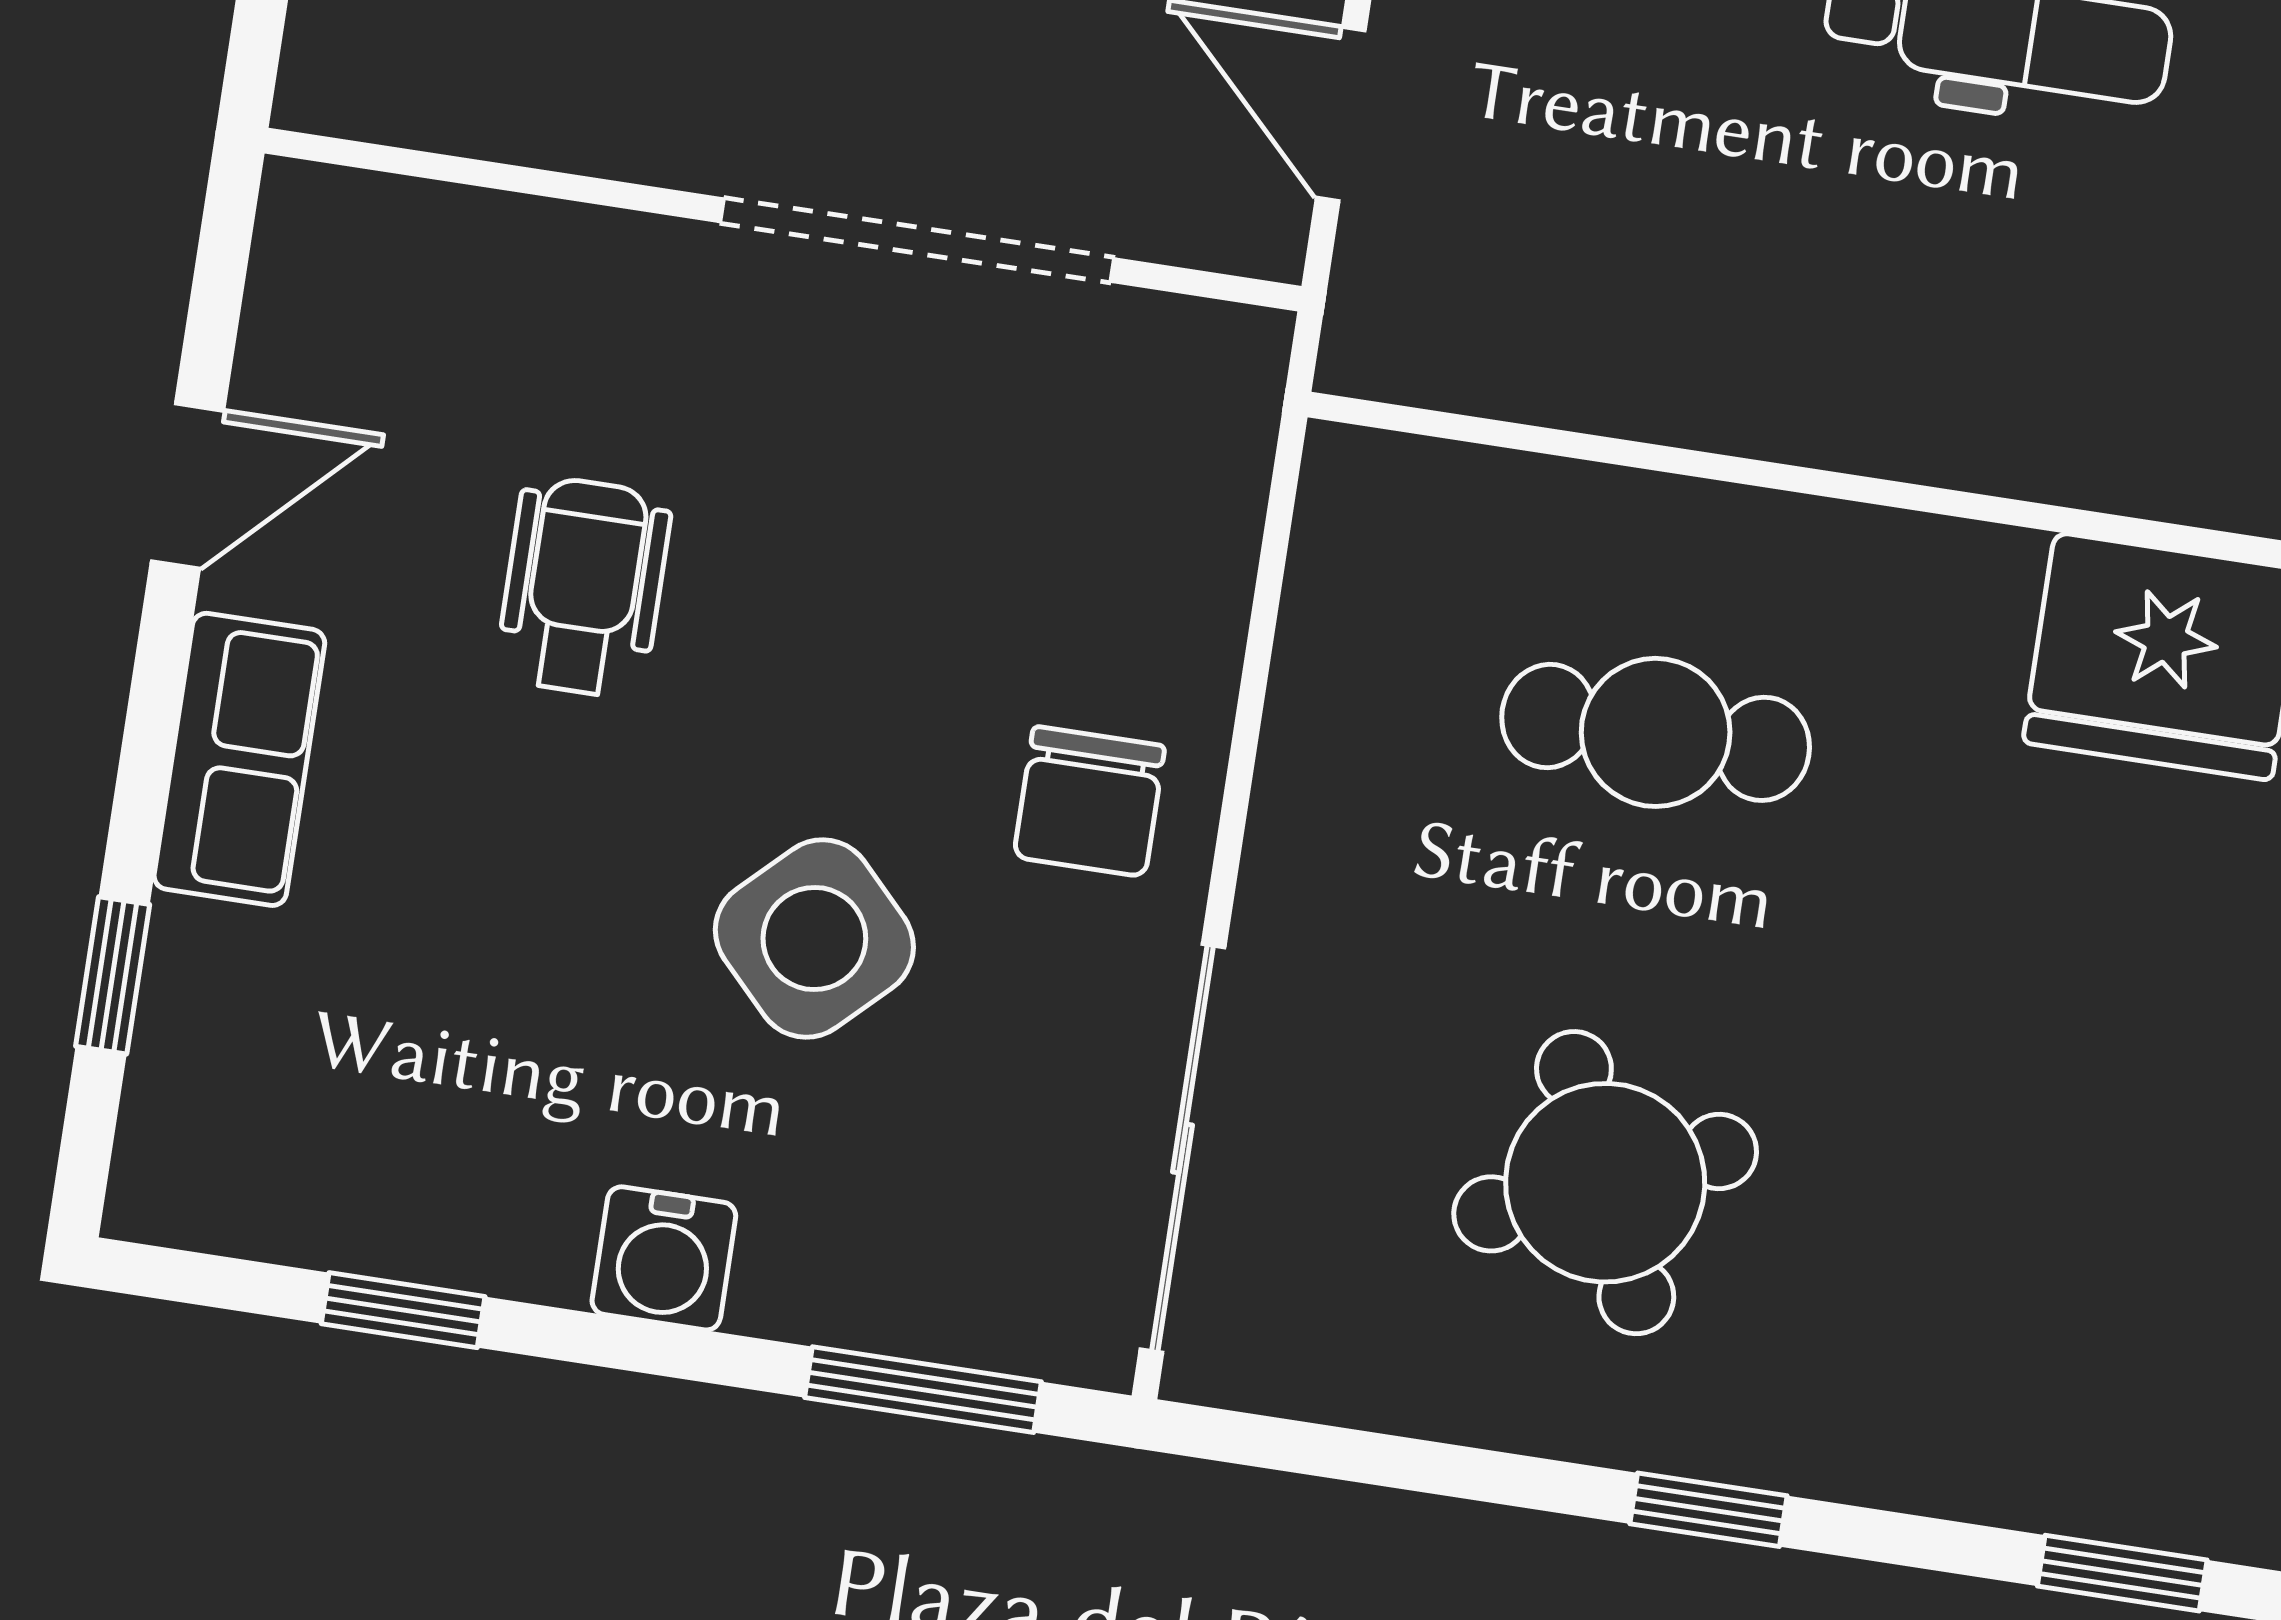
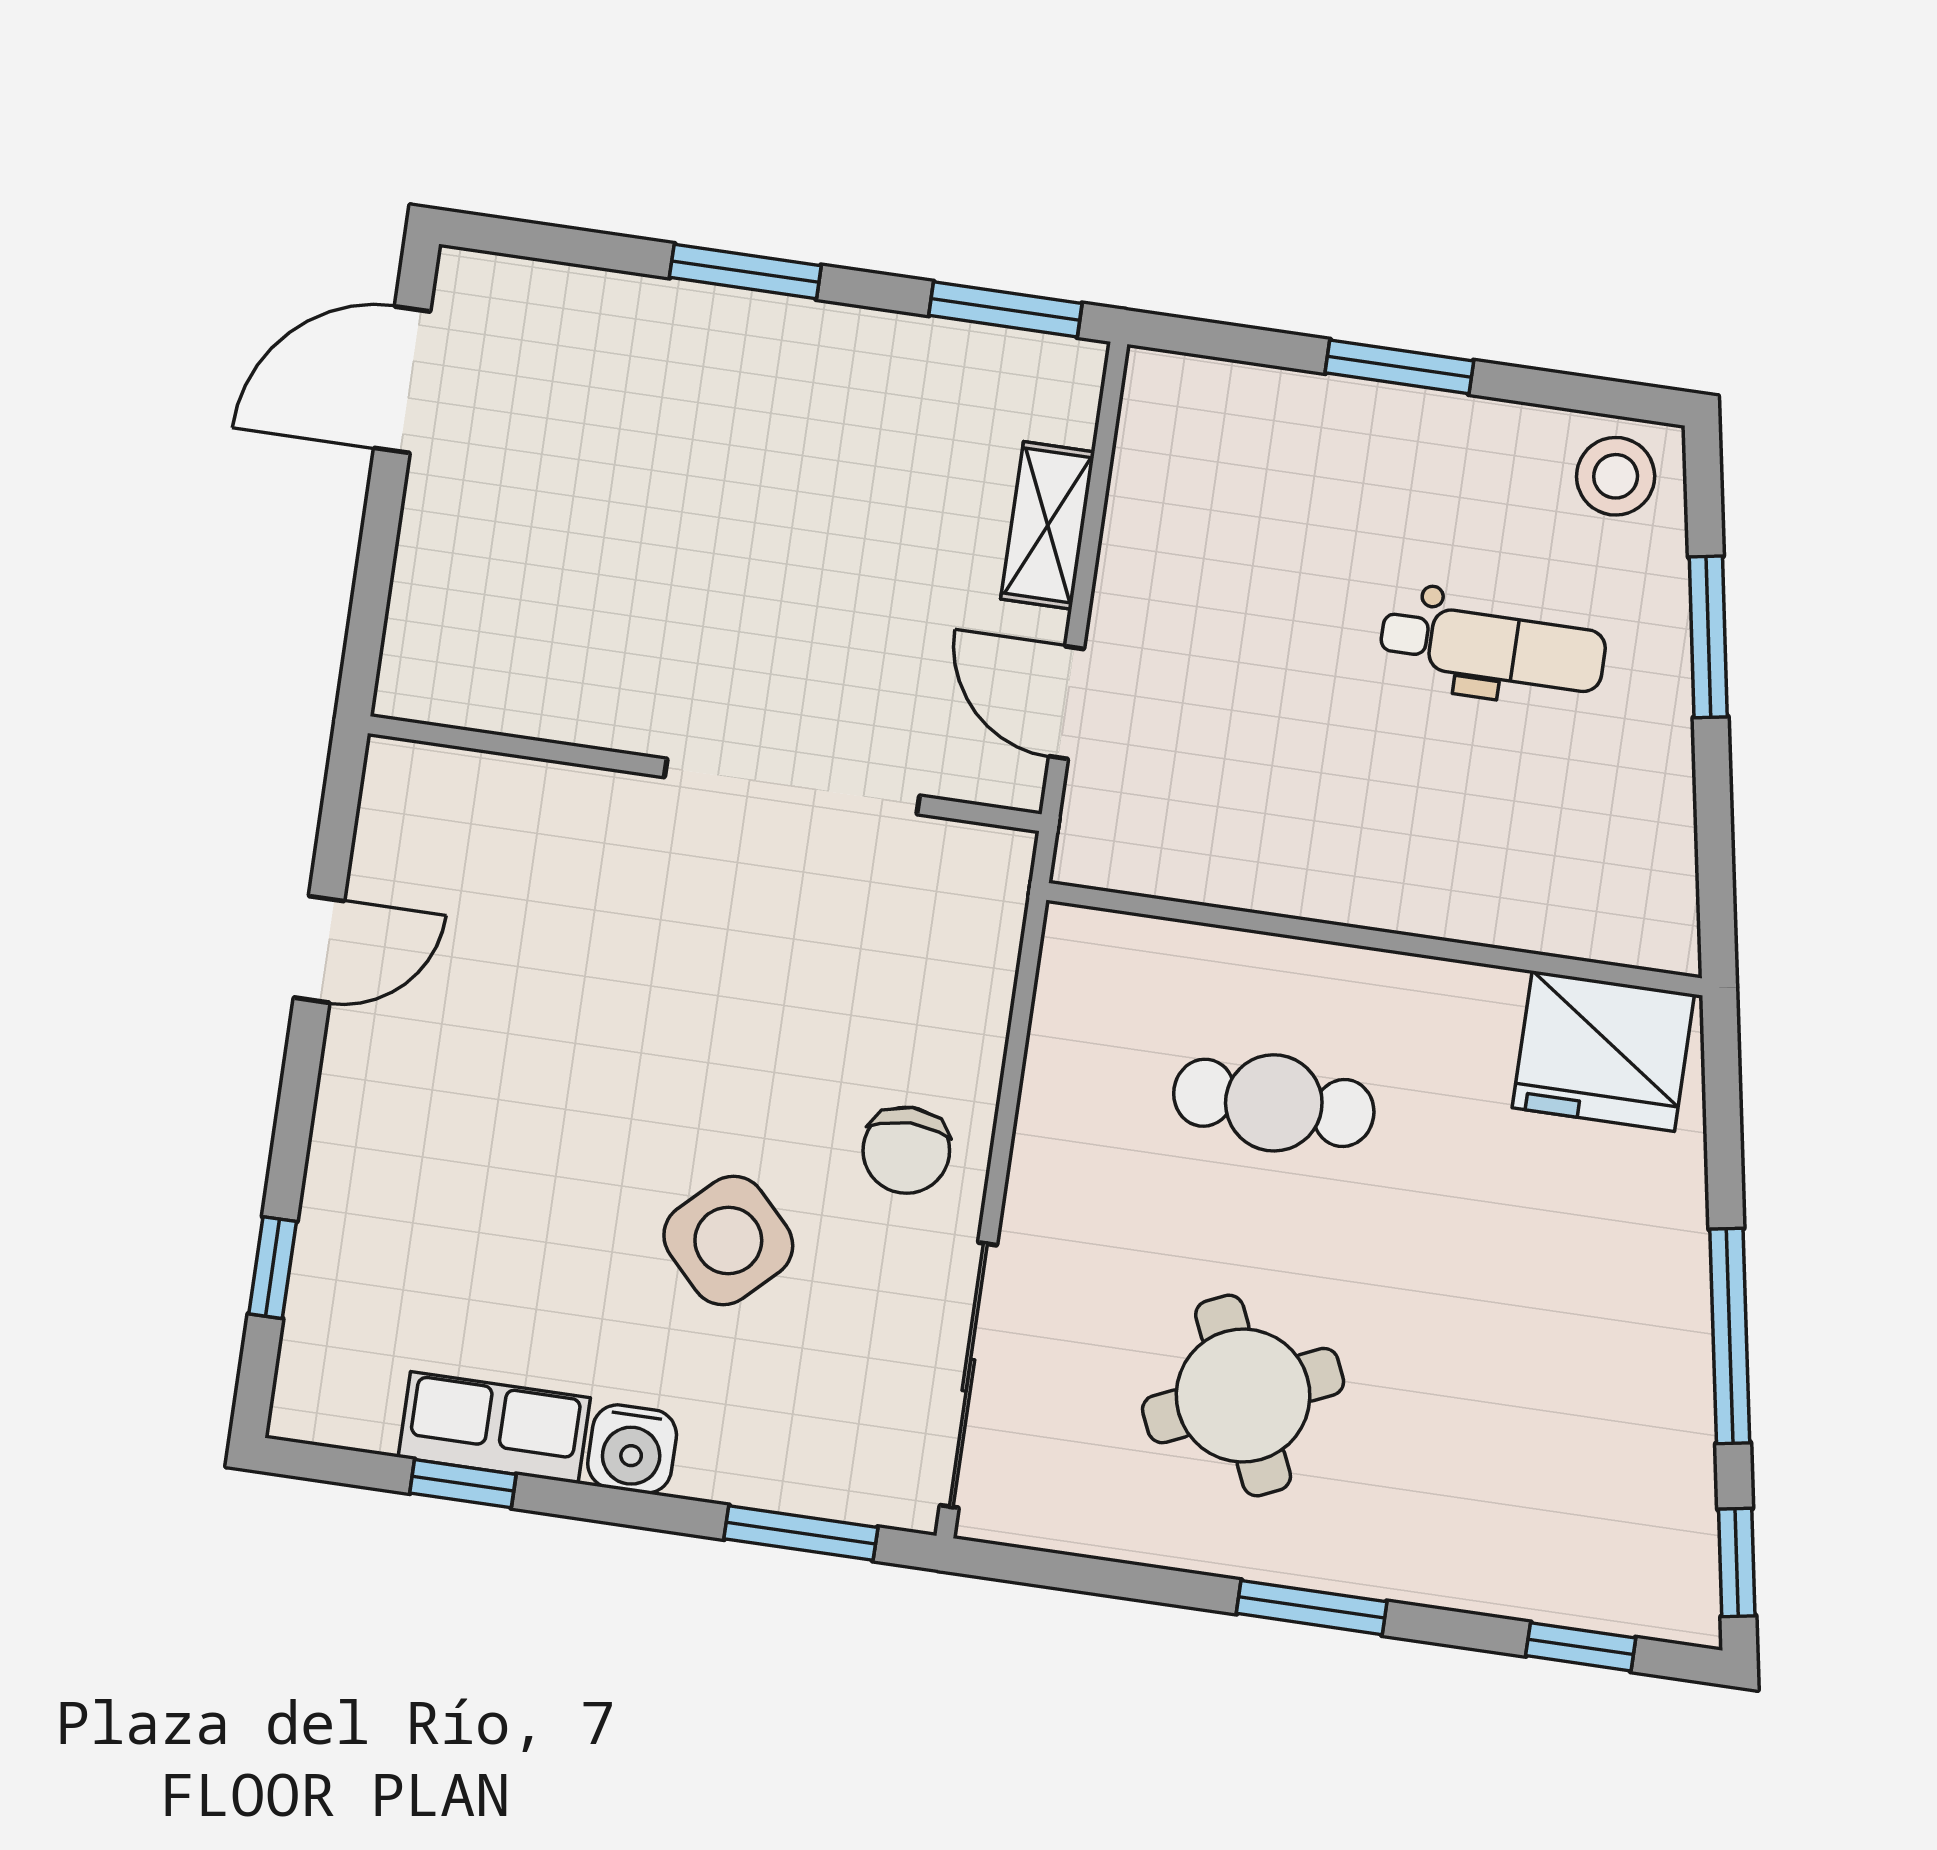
wheelchair: (584, 587) -> (577, 1013), removed
row of seats: (239, 759) -> (494, 1428), moved, turned -90
window: (1708, 1510) -> (1312, 1608), width x1.50

